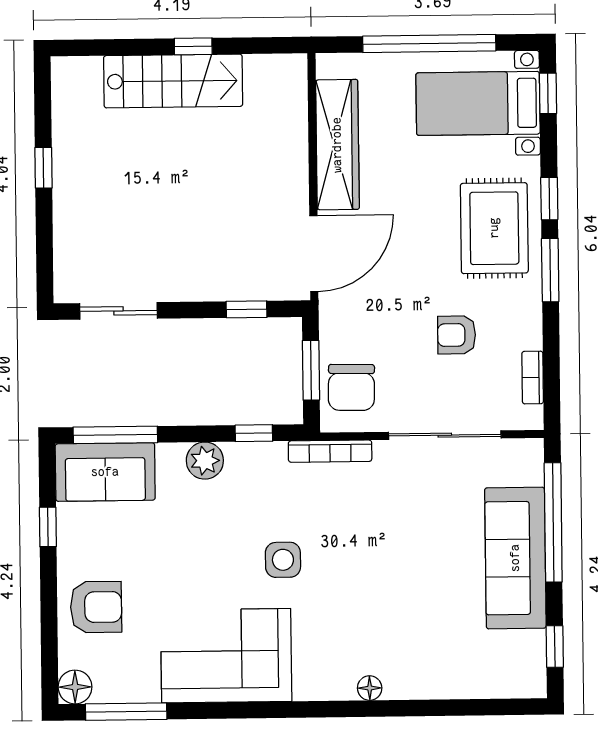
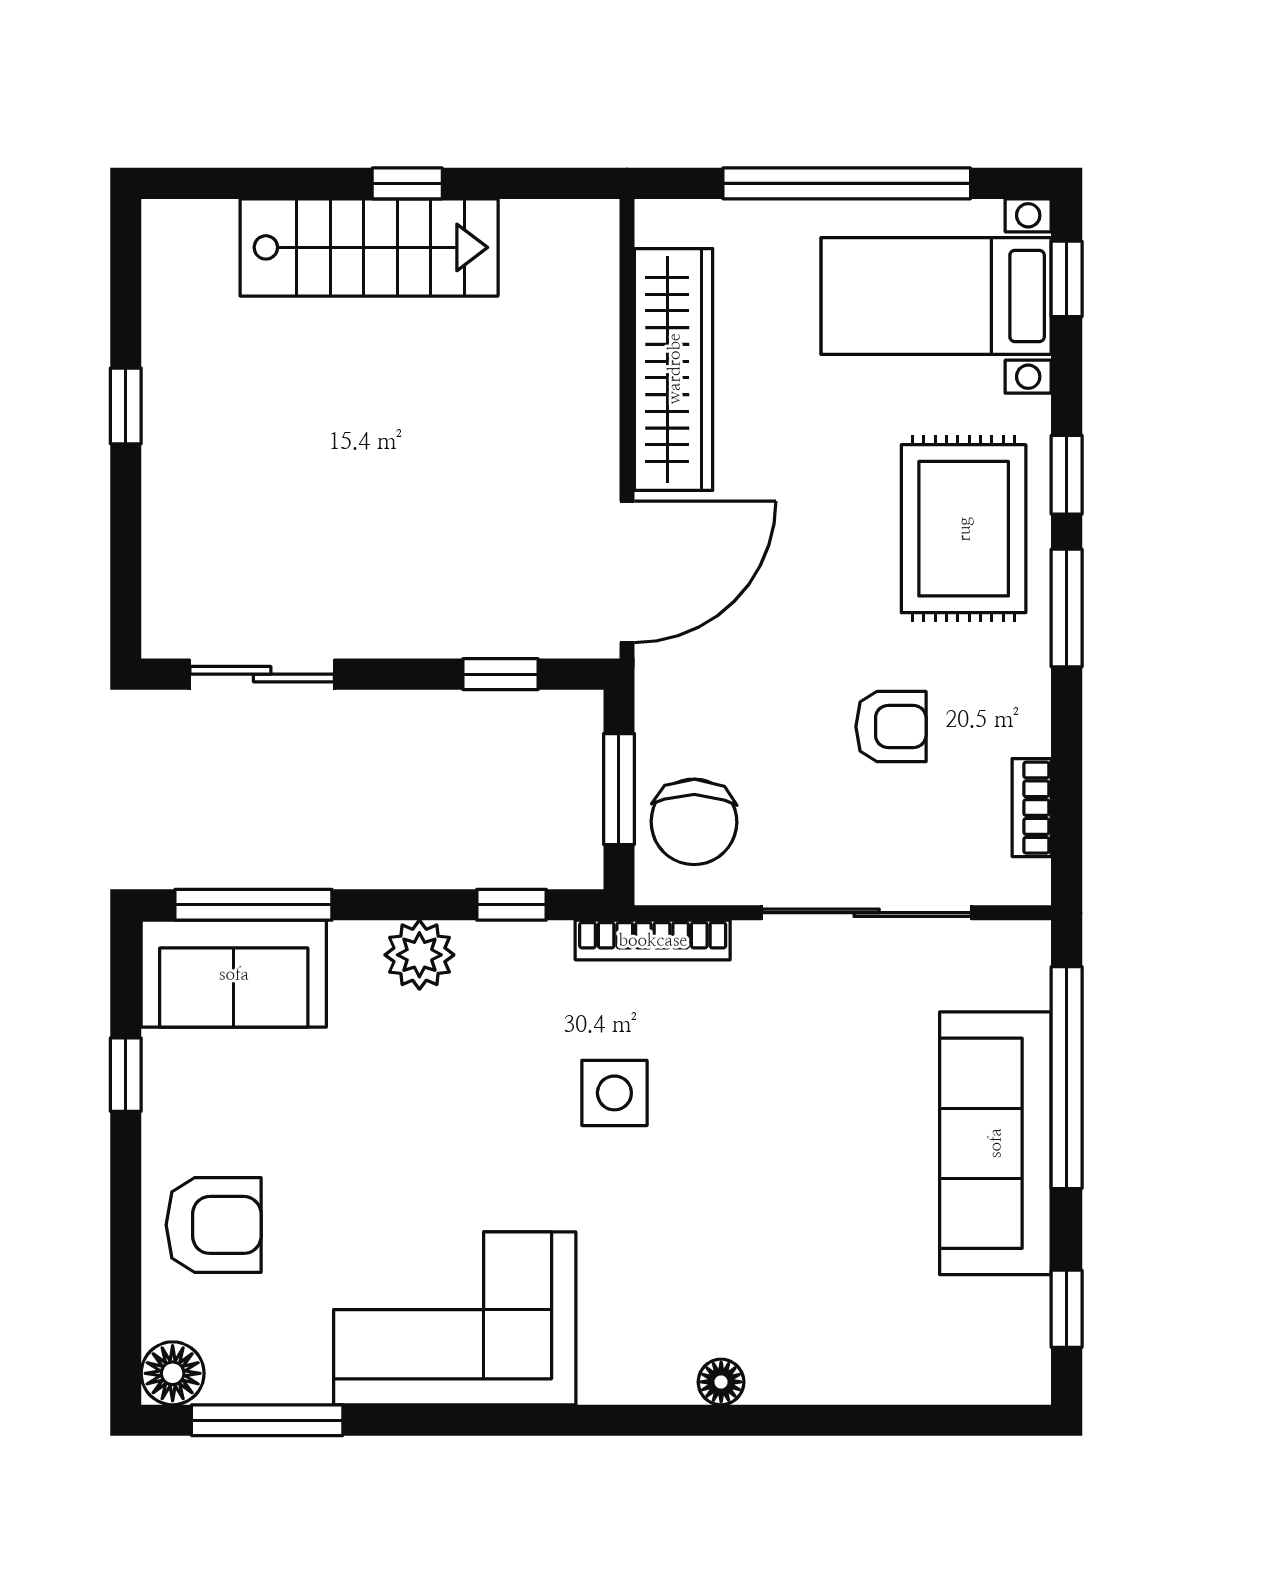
armchair: (457, 335) -> (891, 727), turned 180
side table: (283, 560) -> (614, 1093), moved

